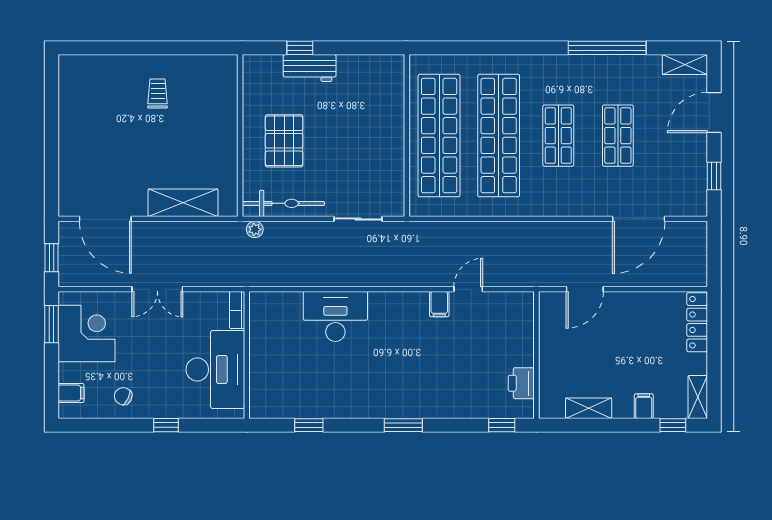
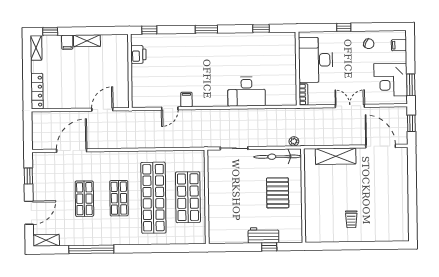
shop shelf: (439, 136) -> (188, 197), width x0.71
shelving: (589, 408) -> (87, 41), moved

